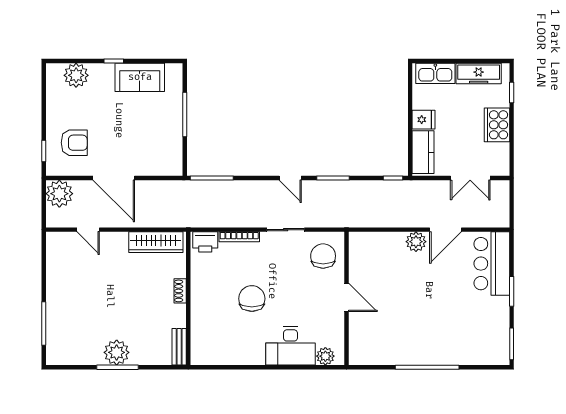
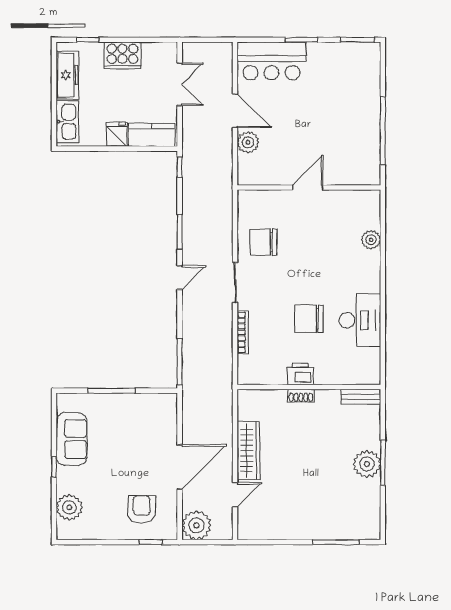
wardrobe: (156, 242) -> (248, 451), moved
printer: (205, 242) -> (301, 374), moved, turned -90
door: (346, 297) -> (308, 188), moved
wall: (346, 298) -> (309, 188), moved
desk: (290, 346) -> (360, 320), moved

